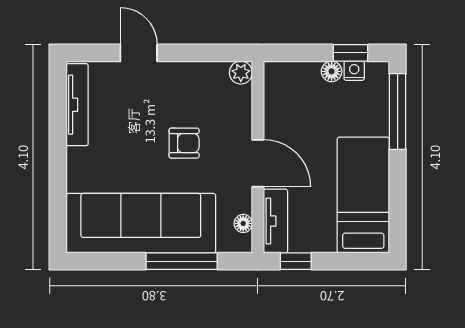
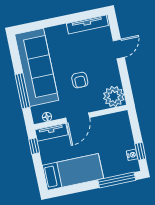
floor lamp: (332, 71) -> (129, 144), removed
plant: (241, 73) -> (114, 97), width x1.87, depth x1.87

